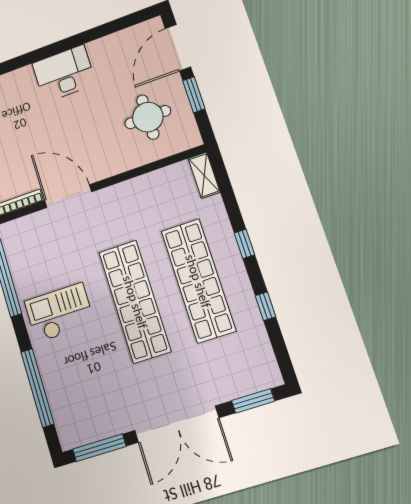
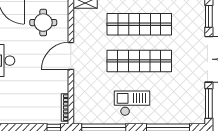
door: (68, 196) -> (71, 56), moved
checkout: (59, 313) -> (132, 103), turned 90

